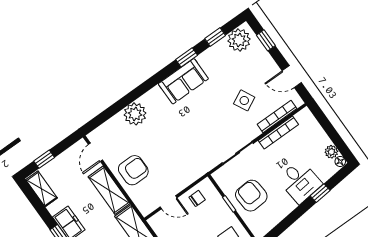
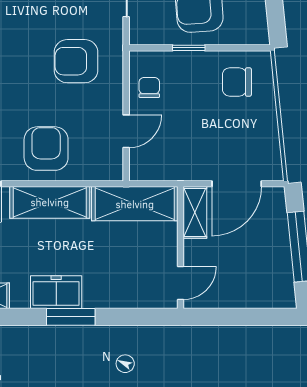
armchair: (185, 155) -> (76, 61), added

